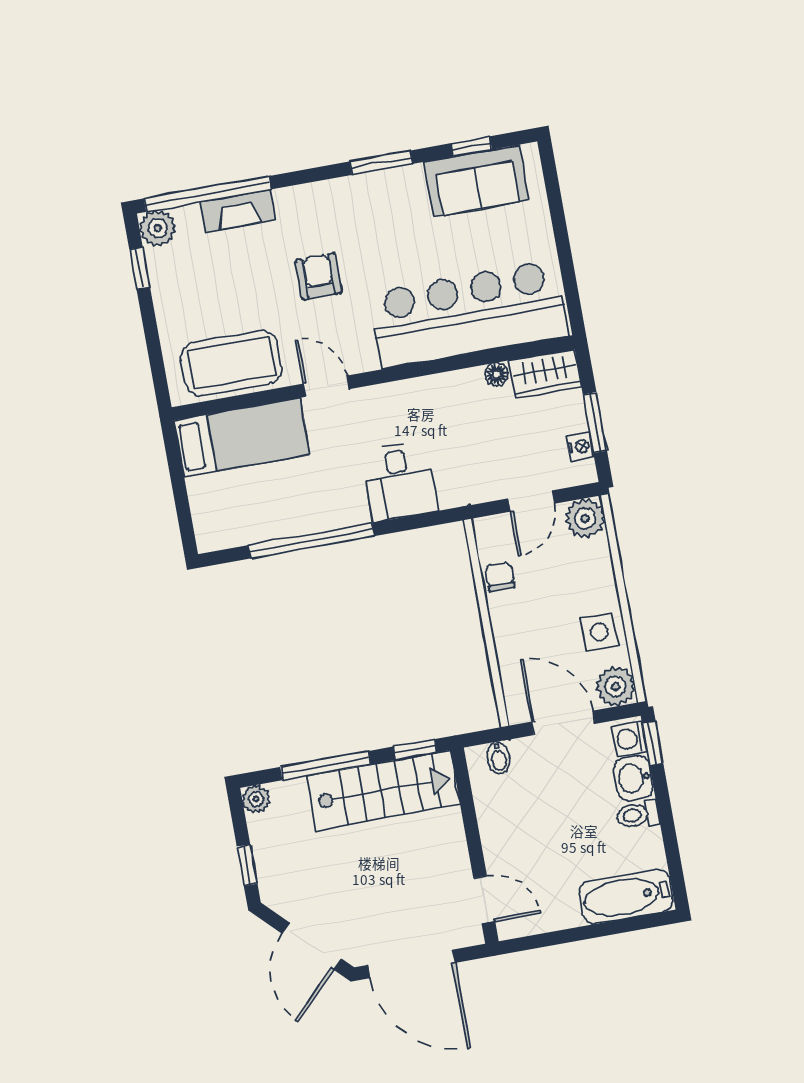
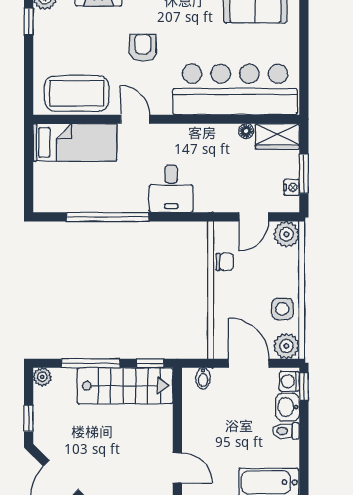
chair: (500, 577) -> (225, 262), turned 90

